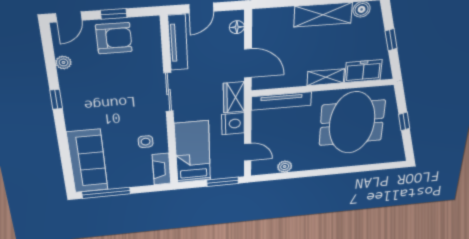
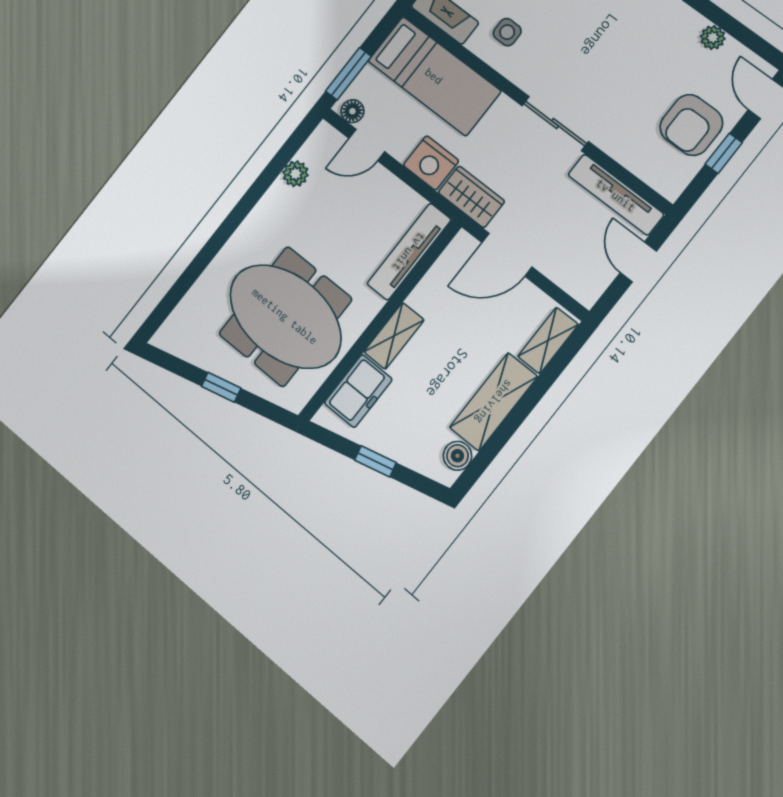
shelving: (274, 16) -> (548, 340), added
floor lamp: (237, 27) -> (352, 111), moved

